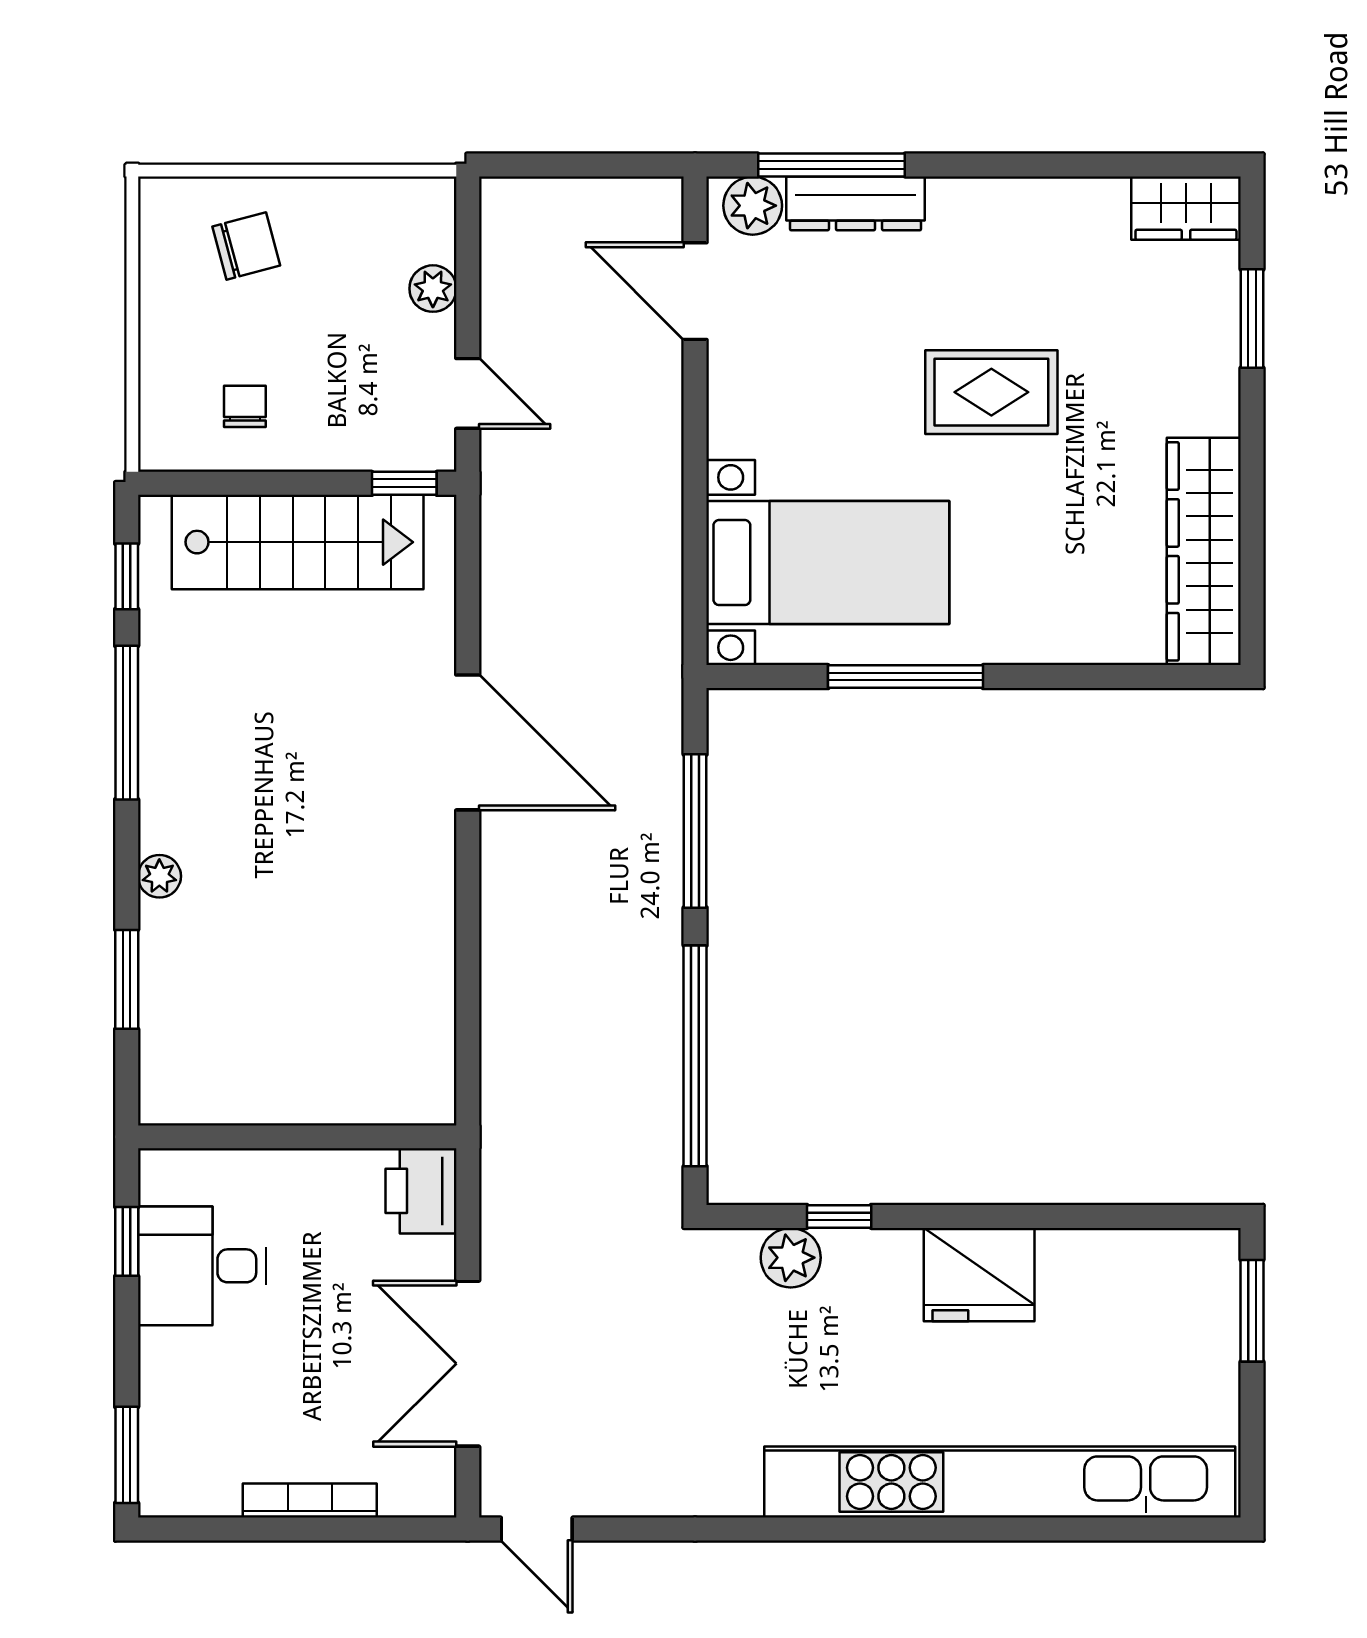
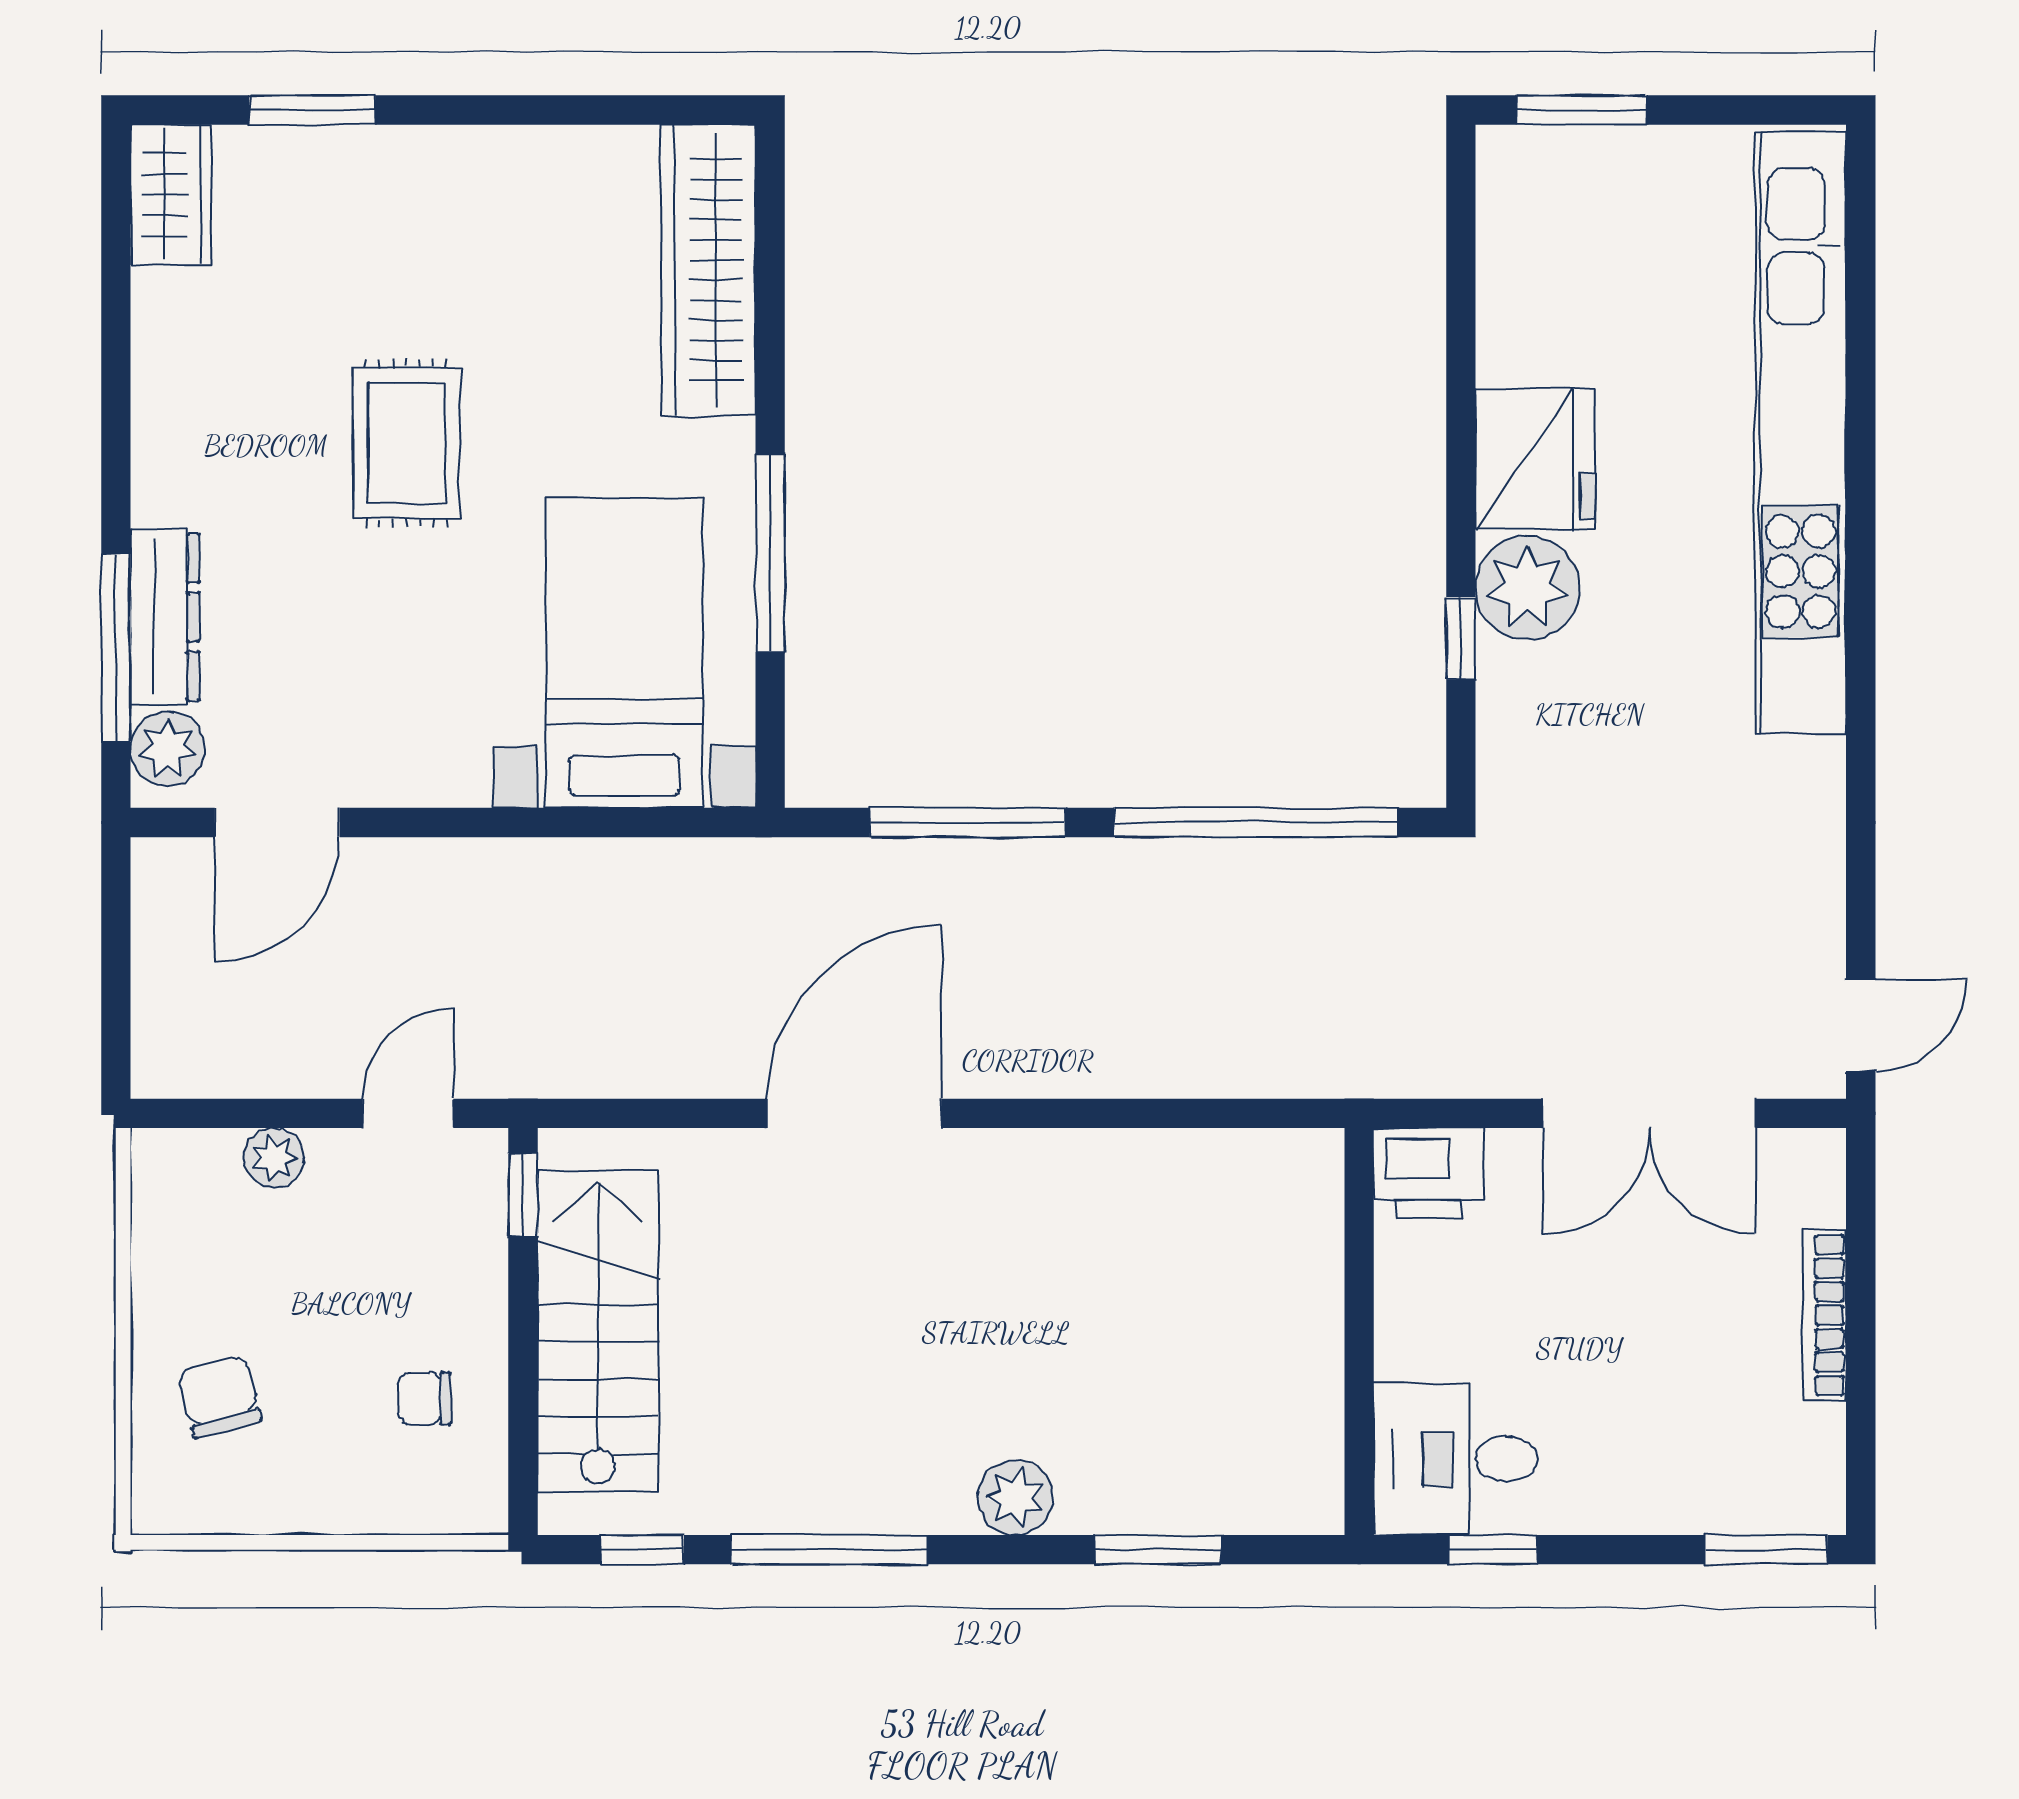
wardrobe: (1204, 551) -> (708, 270), moved, turned 90
plant: (159, 876) -> (1015, 1497), width x1.38, depth x1.38
plant: (791, 1258) -> (1528, 588), moved, width x1.36, depth x1.36
desk: (202, 1266) -> (1456, 1459), moved, turned 90

